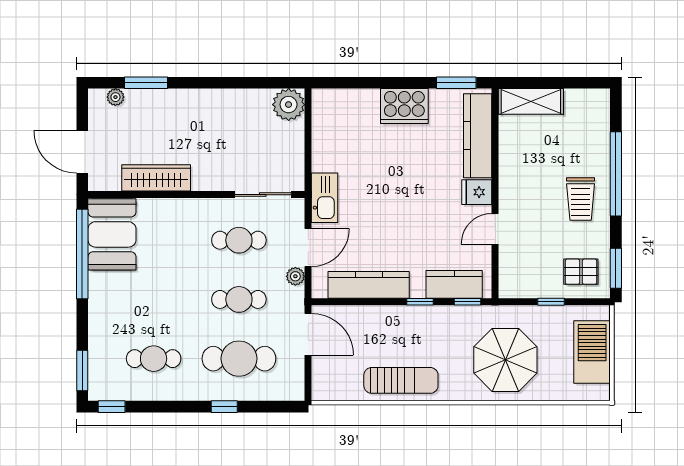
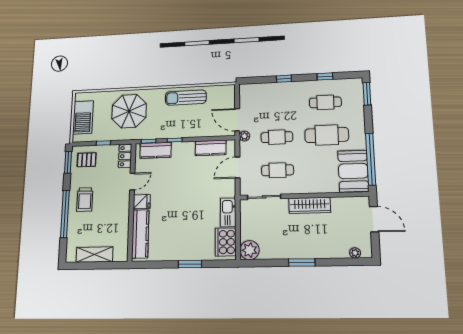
window: (146, 83) -> (302, 262), moved
window: (456, 83) -> (190, 264), moved
shelving: (531, 101) -> (94, 255), moved
cooker: (404, 106) -> (226, 242), moved, turned -90
wardrobe: (156, 178) -> (310, 205), moved
kitchen sink: (325, 198) -> (228, 212), moved
trolley: (581, 199) -> (85, 199), turned 180
plant: (295, 276) -> (244, 136), moved
locker: (510, 276) -> (125, 156), added
kitchen counter: (369, 285) -> (211, 148), width x0.67
cafe table: (239, 359) -> (327, 135), moved
window: (112, 407) -> (325, 76), moved

